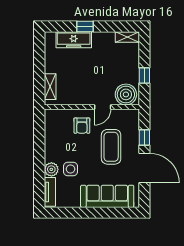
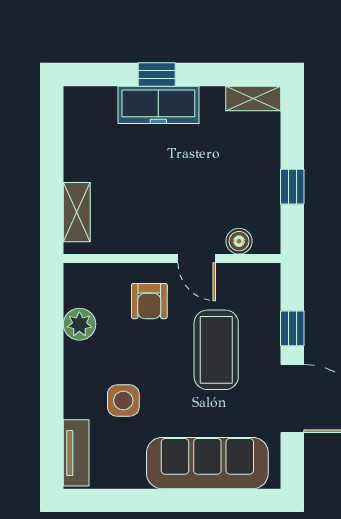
freezer: (74, 40) -> (158, 105), moved
boiler: (126, 94) -> (239, 241), width x0.54, depth x0.54
door: (103, 107) -> (197, 259), hinge flipped
plant: (51, 169) -> (79, 324), moved

